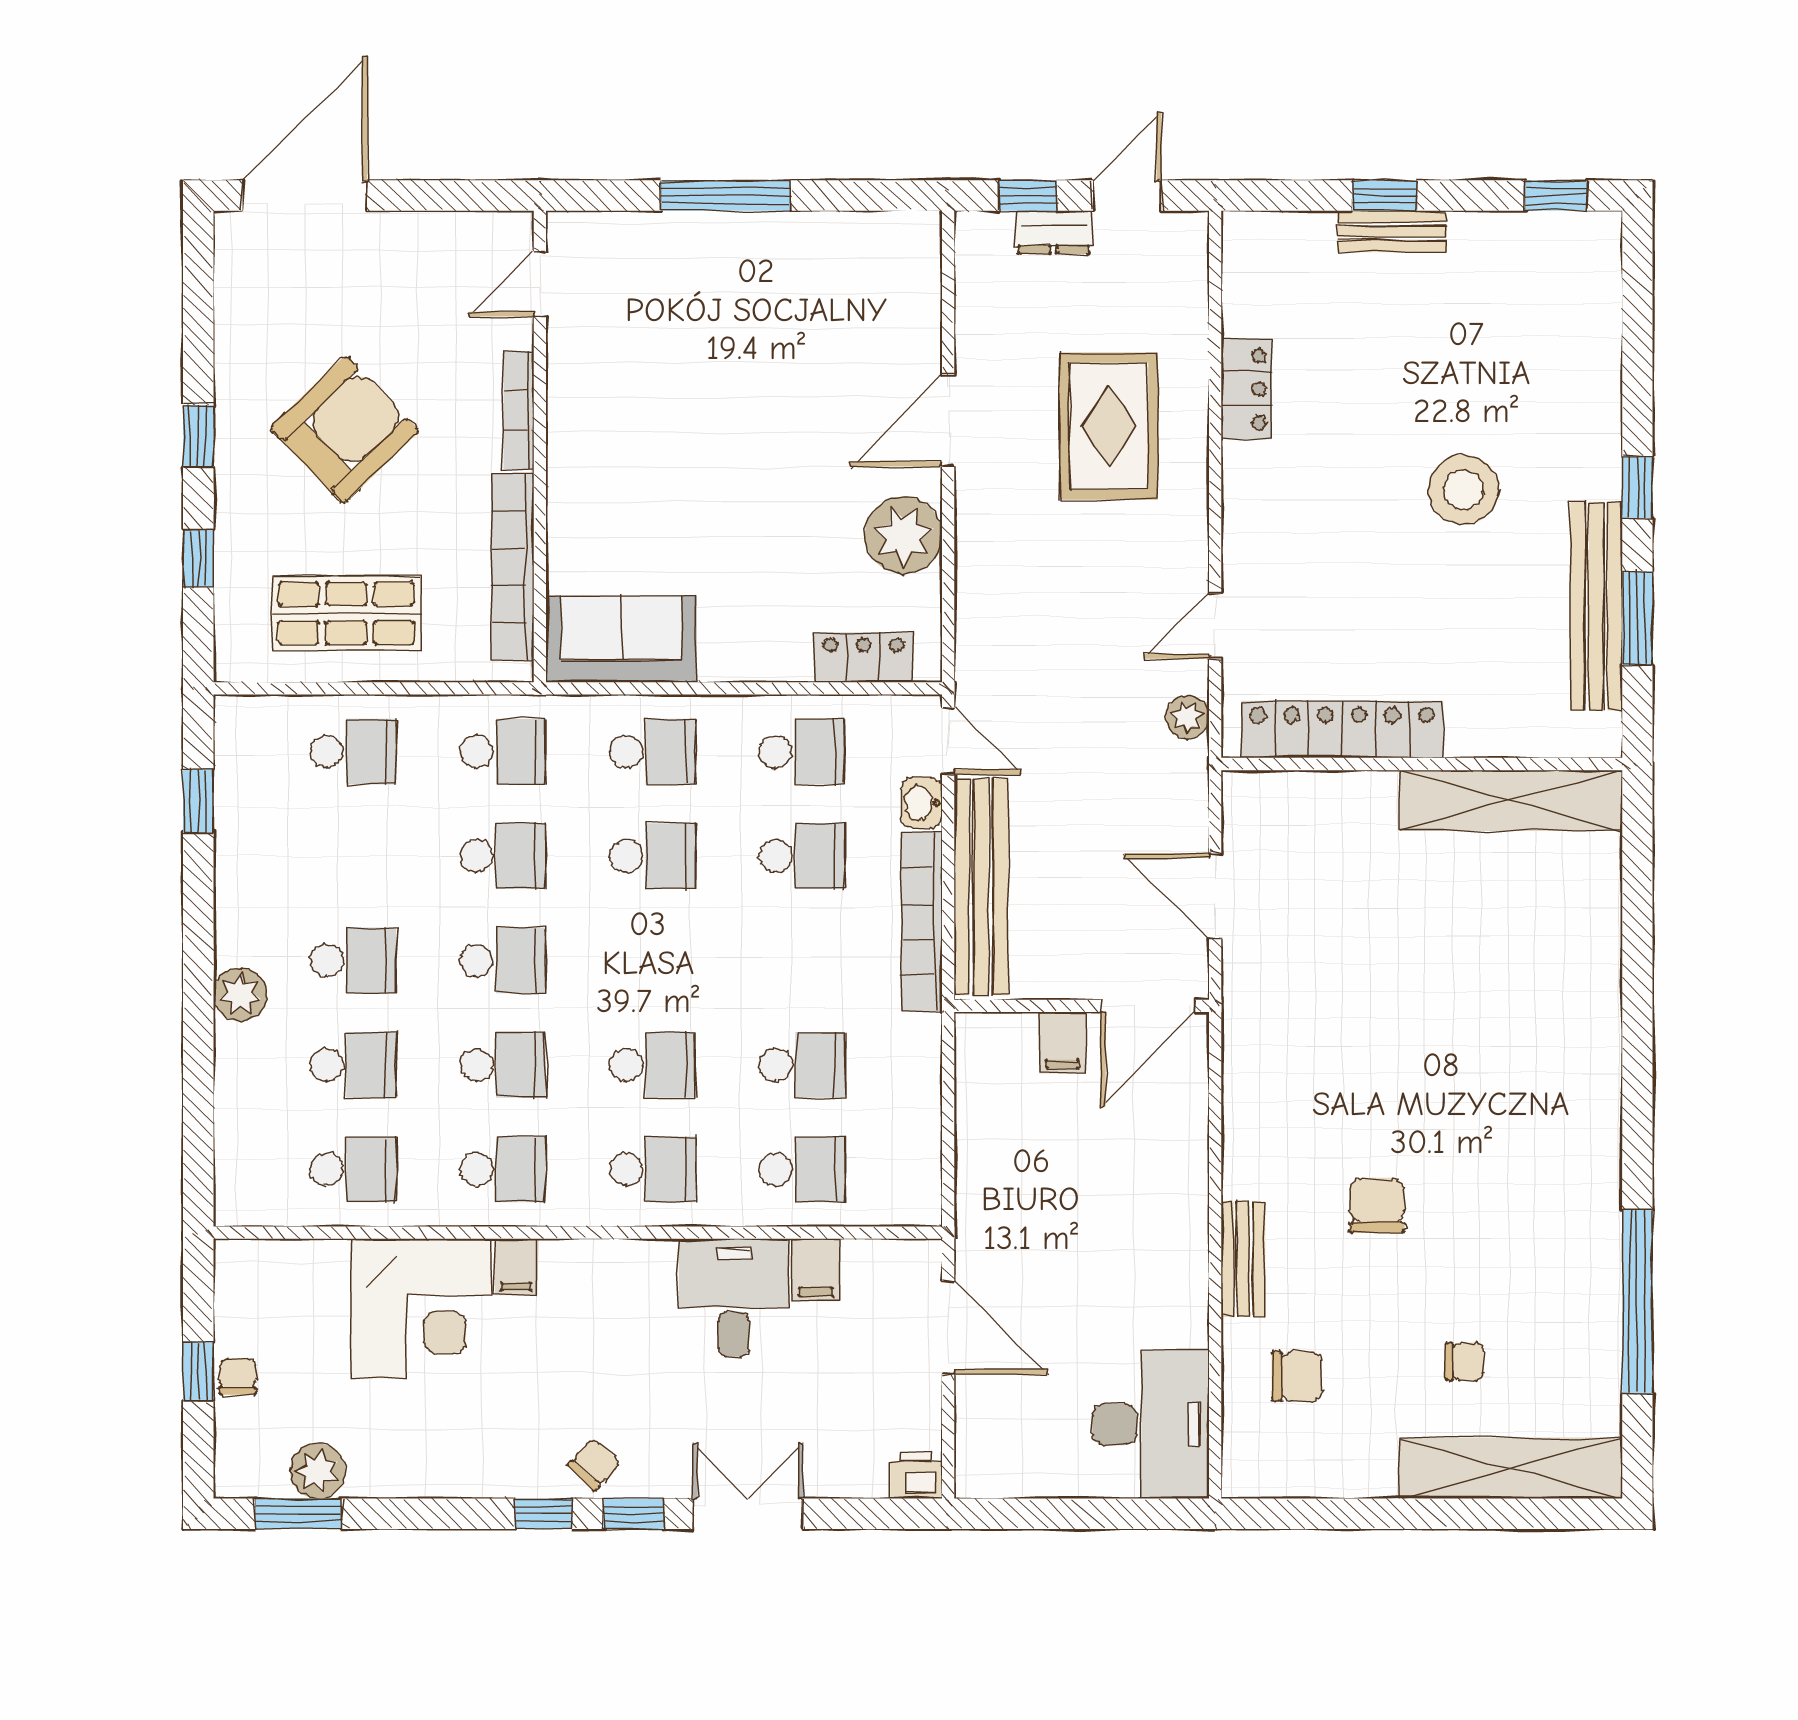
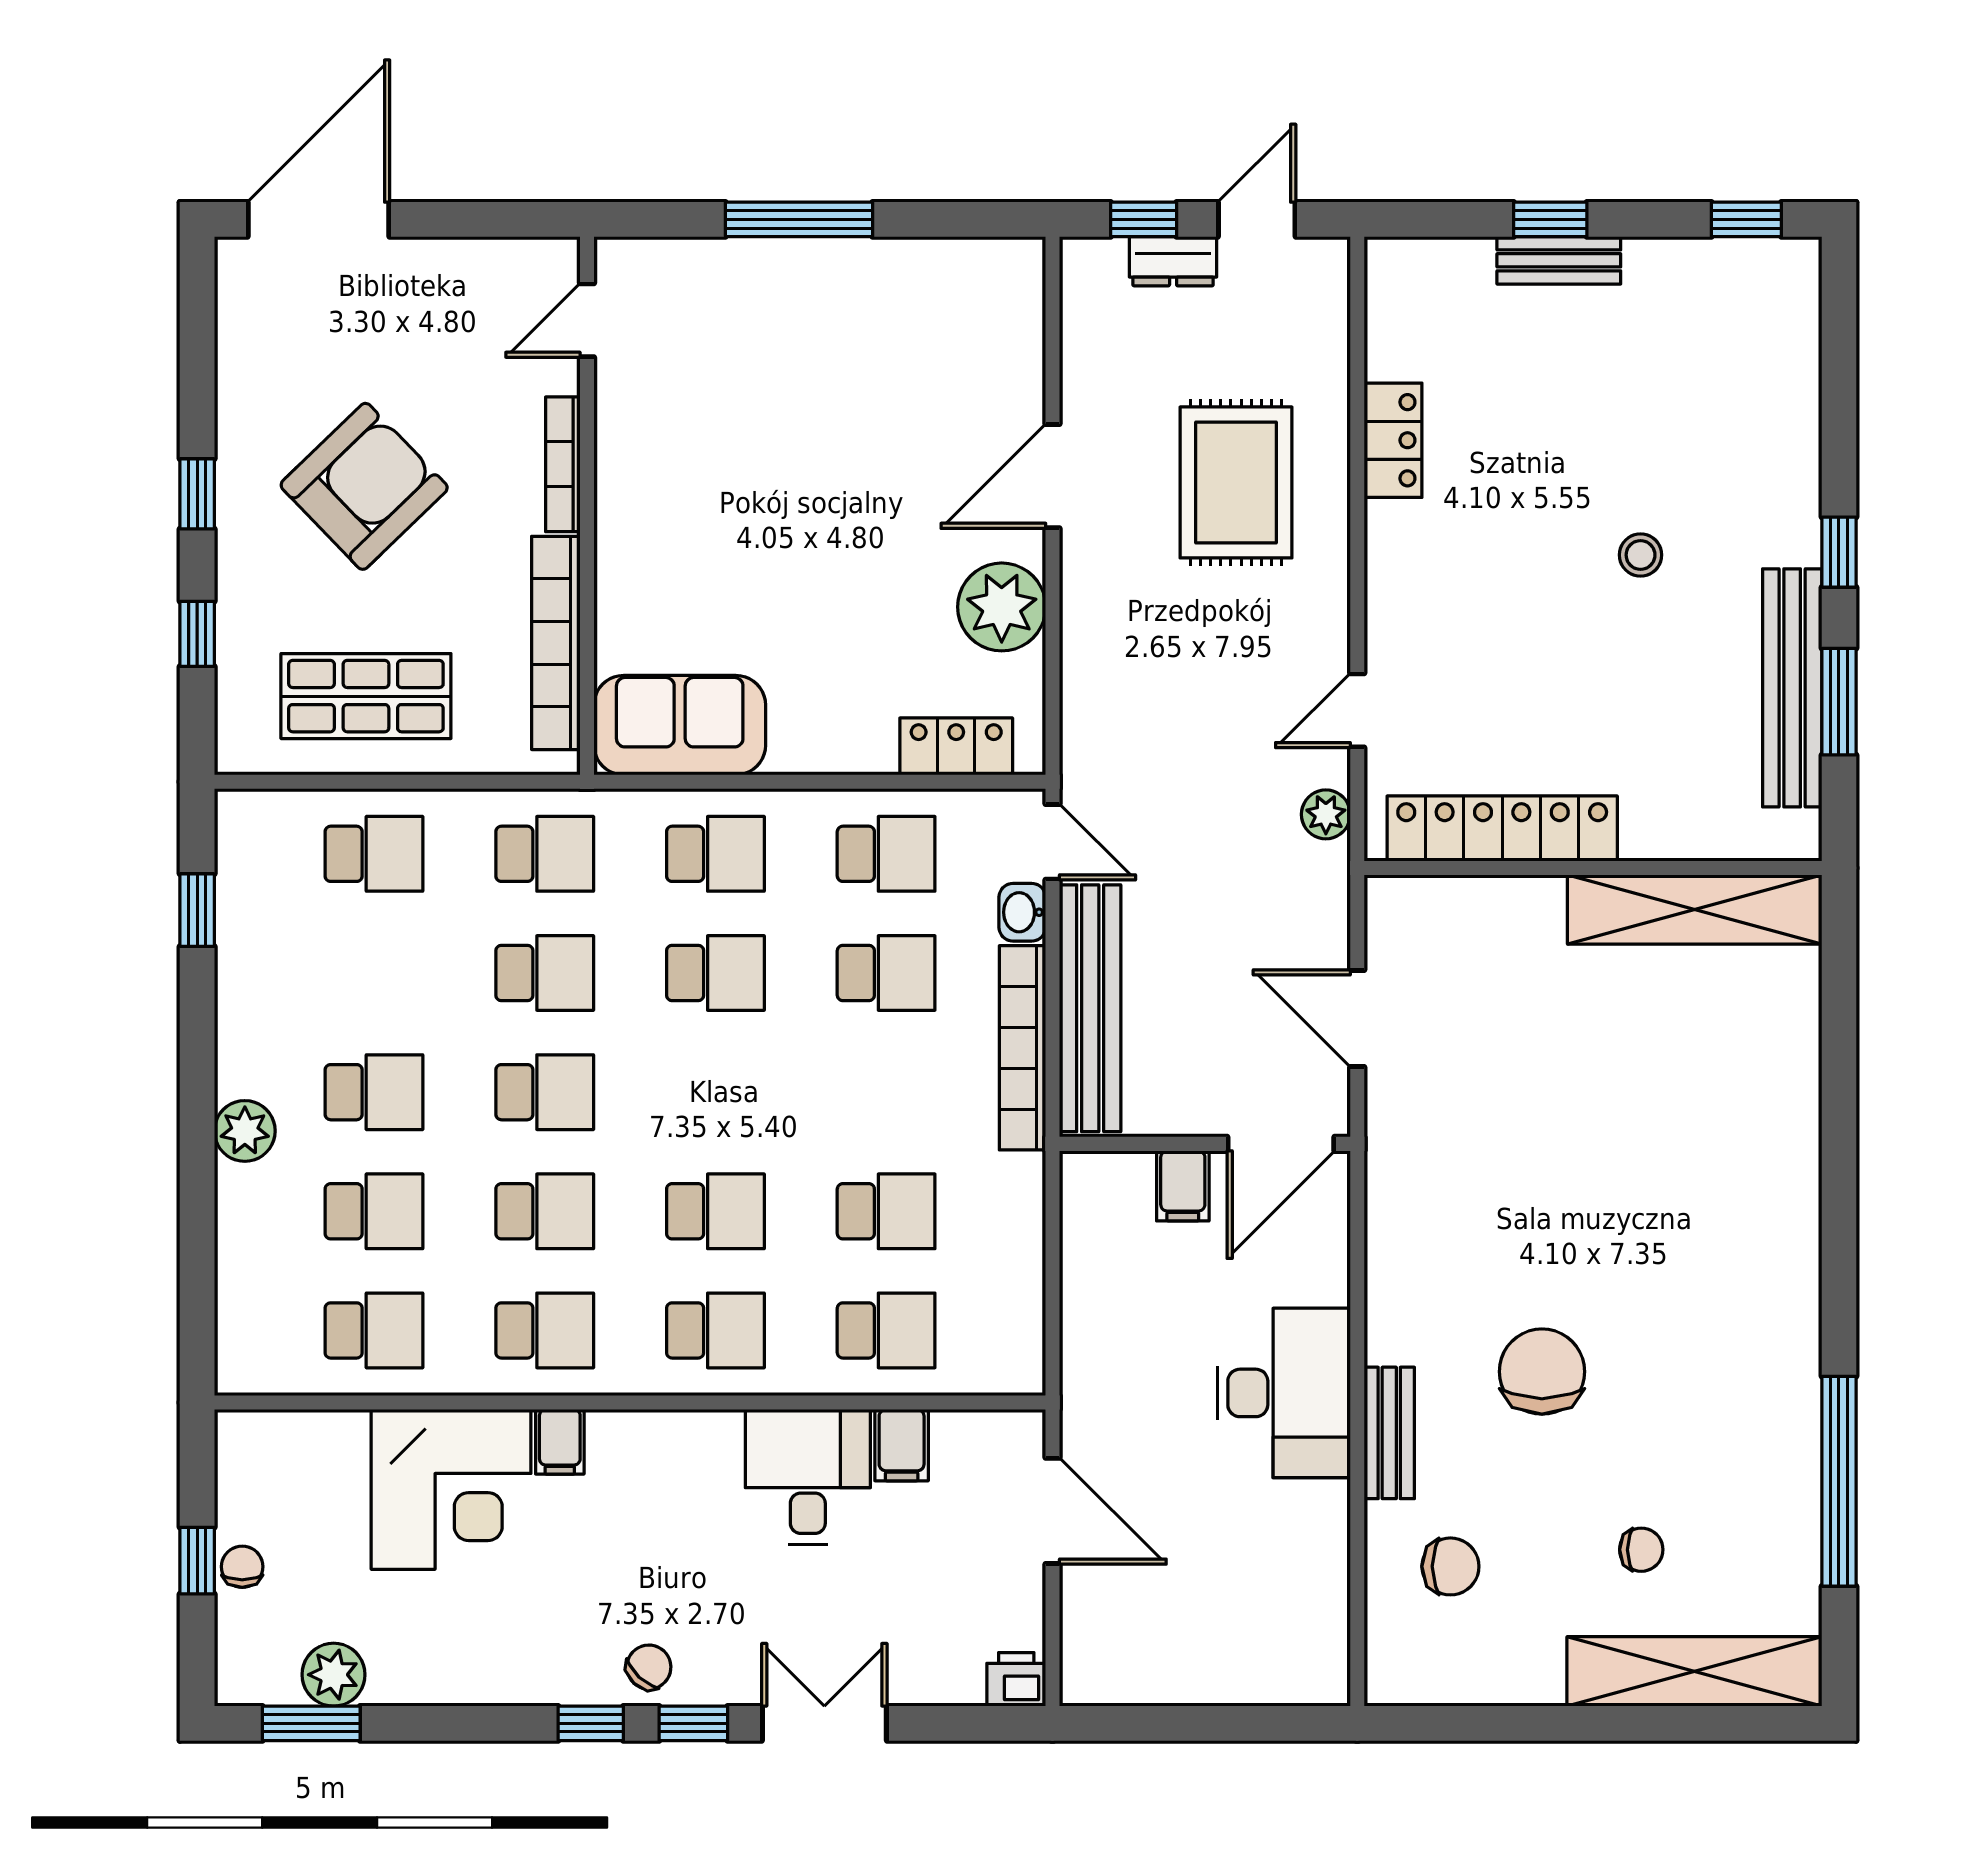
stool: (1463, 490) -> (1641, 555), width x0.53, depth x0.53
chair: (1377, 1205) -> (1542, 1372), width x1.37, depth x1.37
desk: (1151, 1424) -> (1284, 1393), moved

